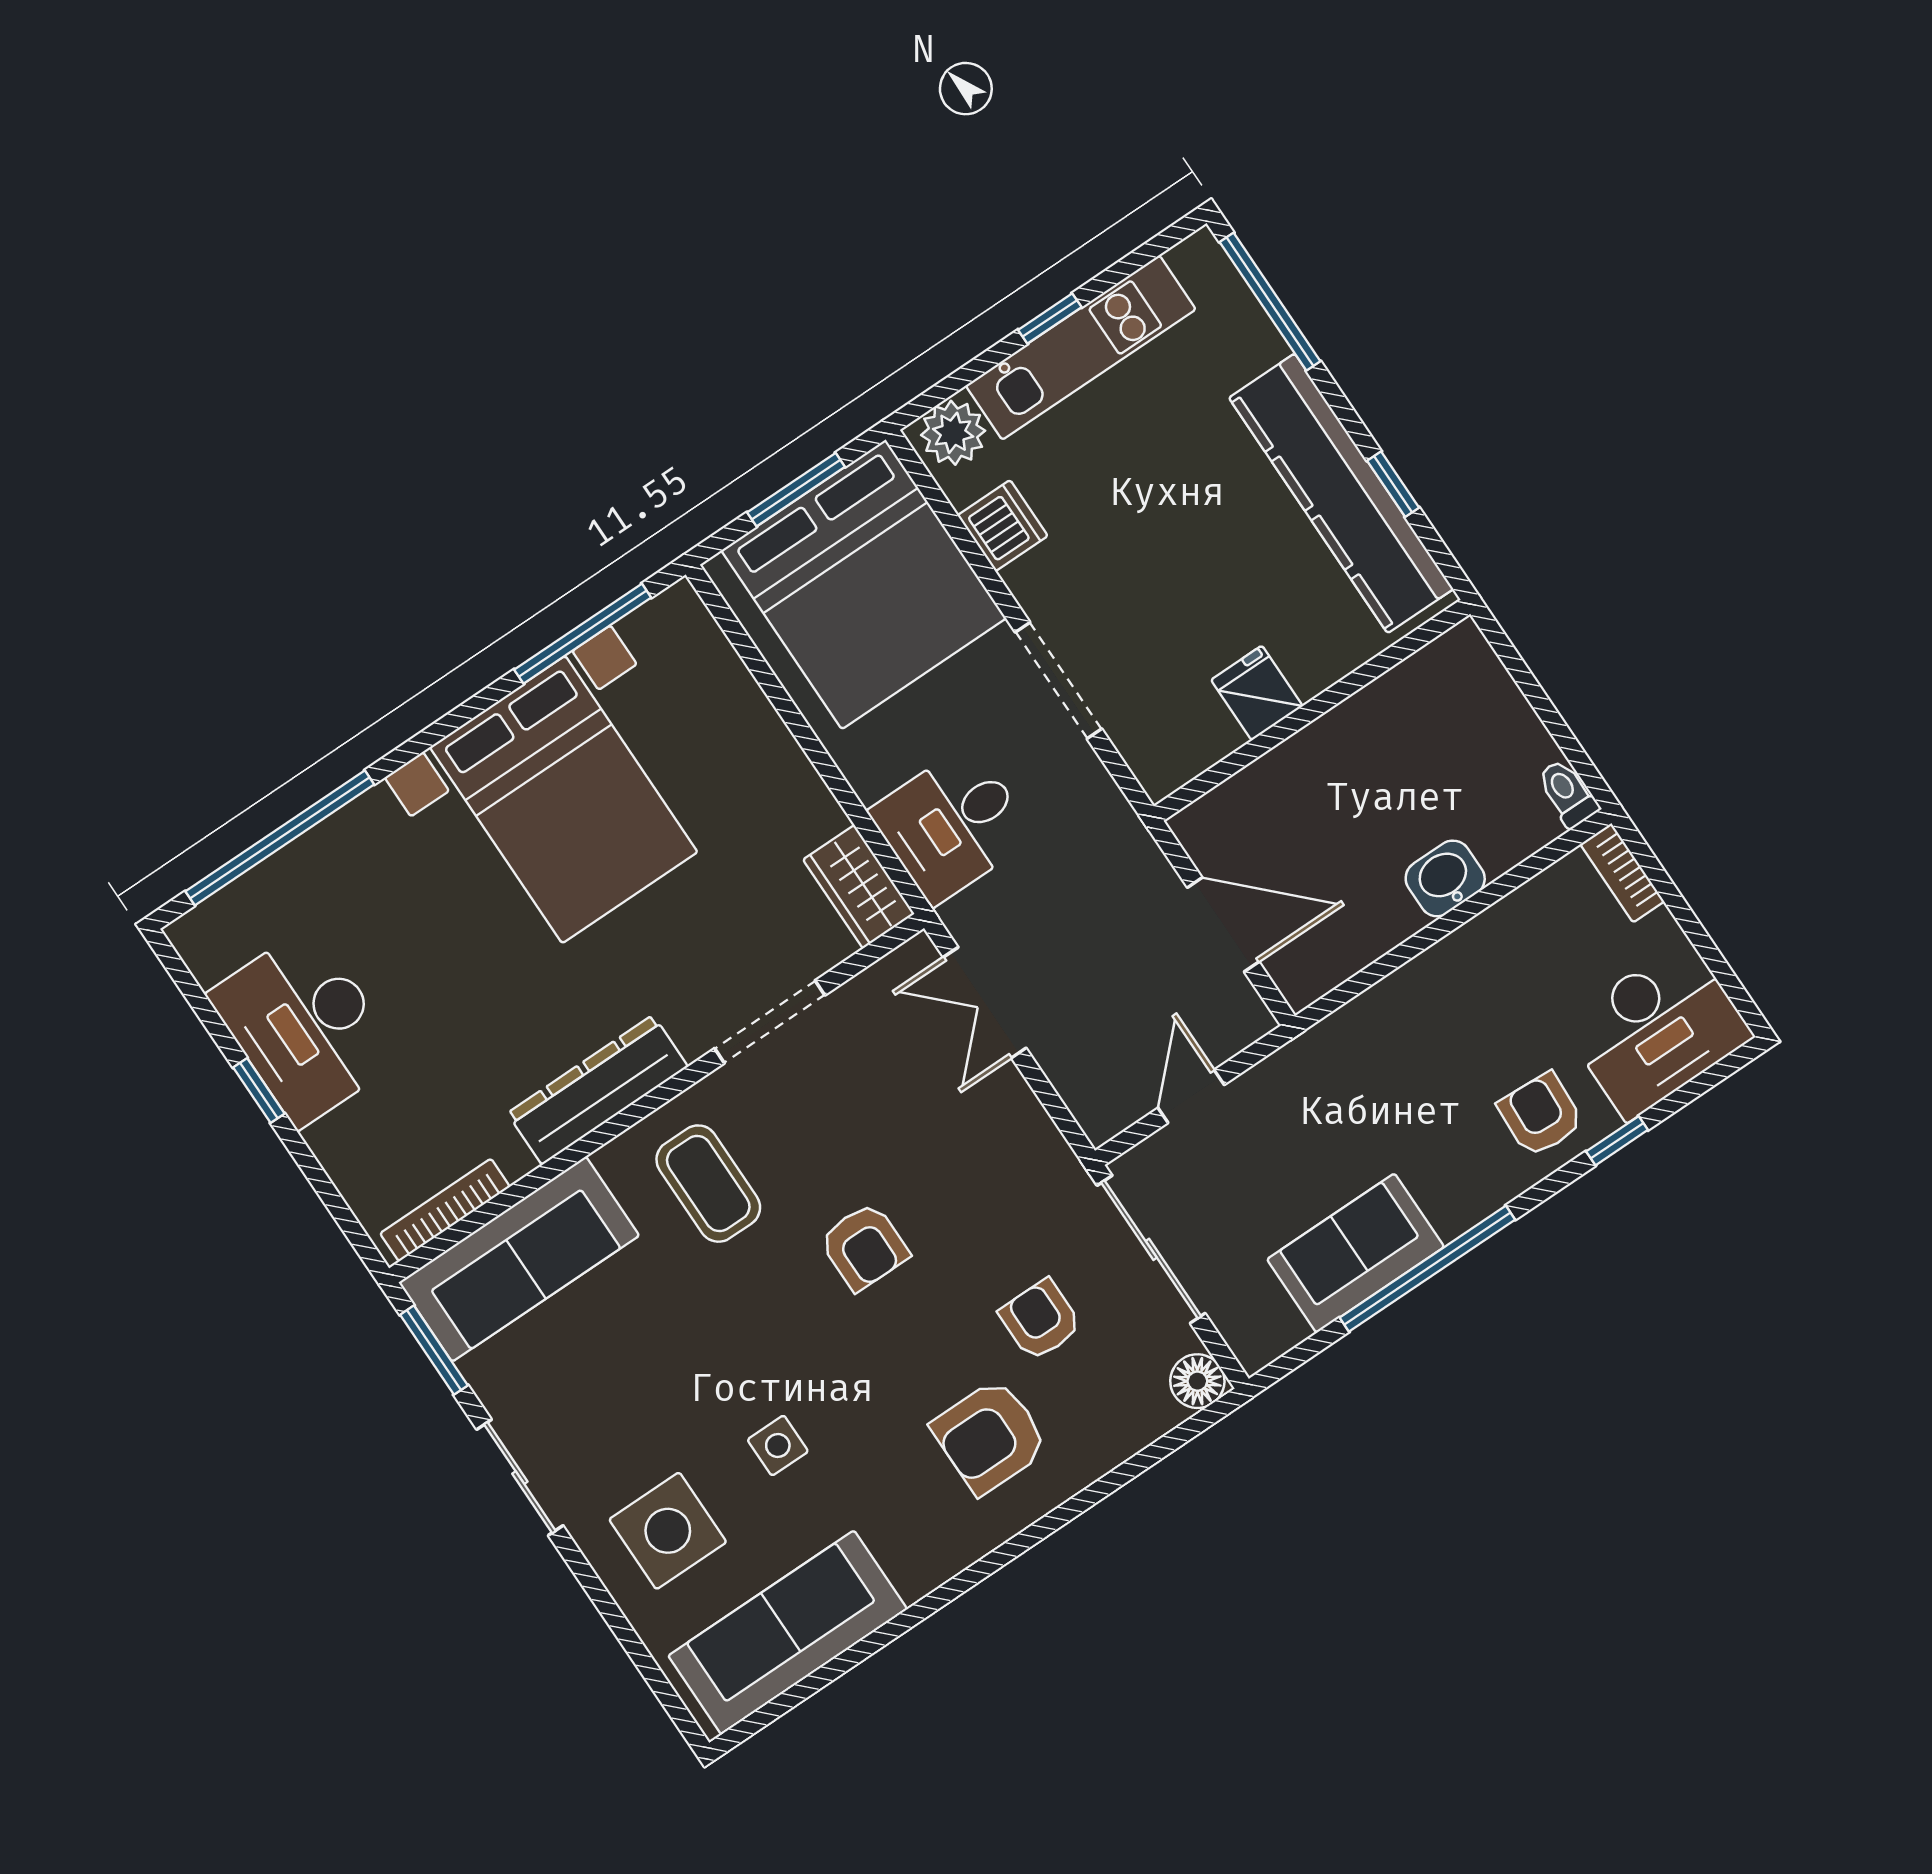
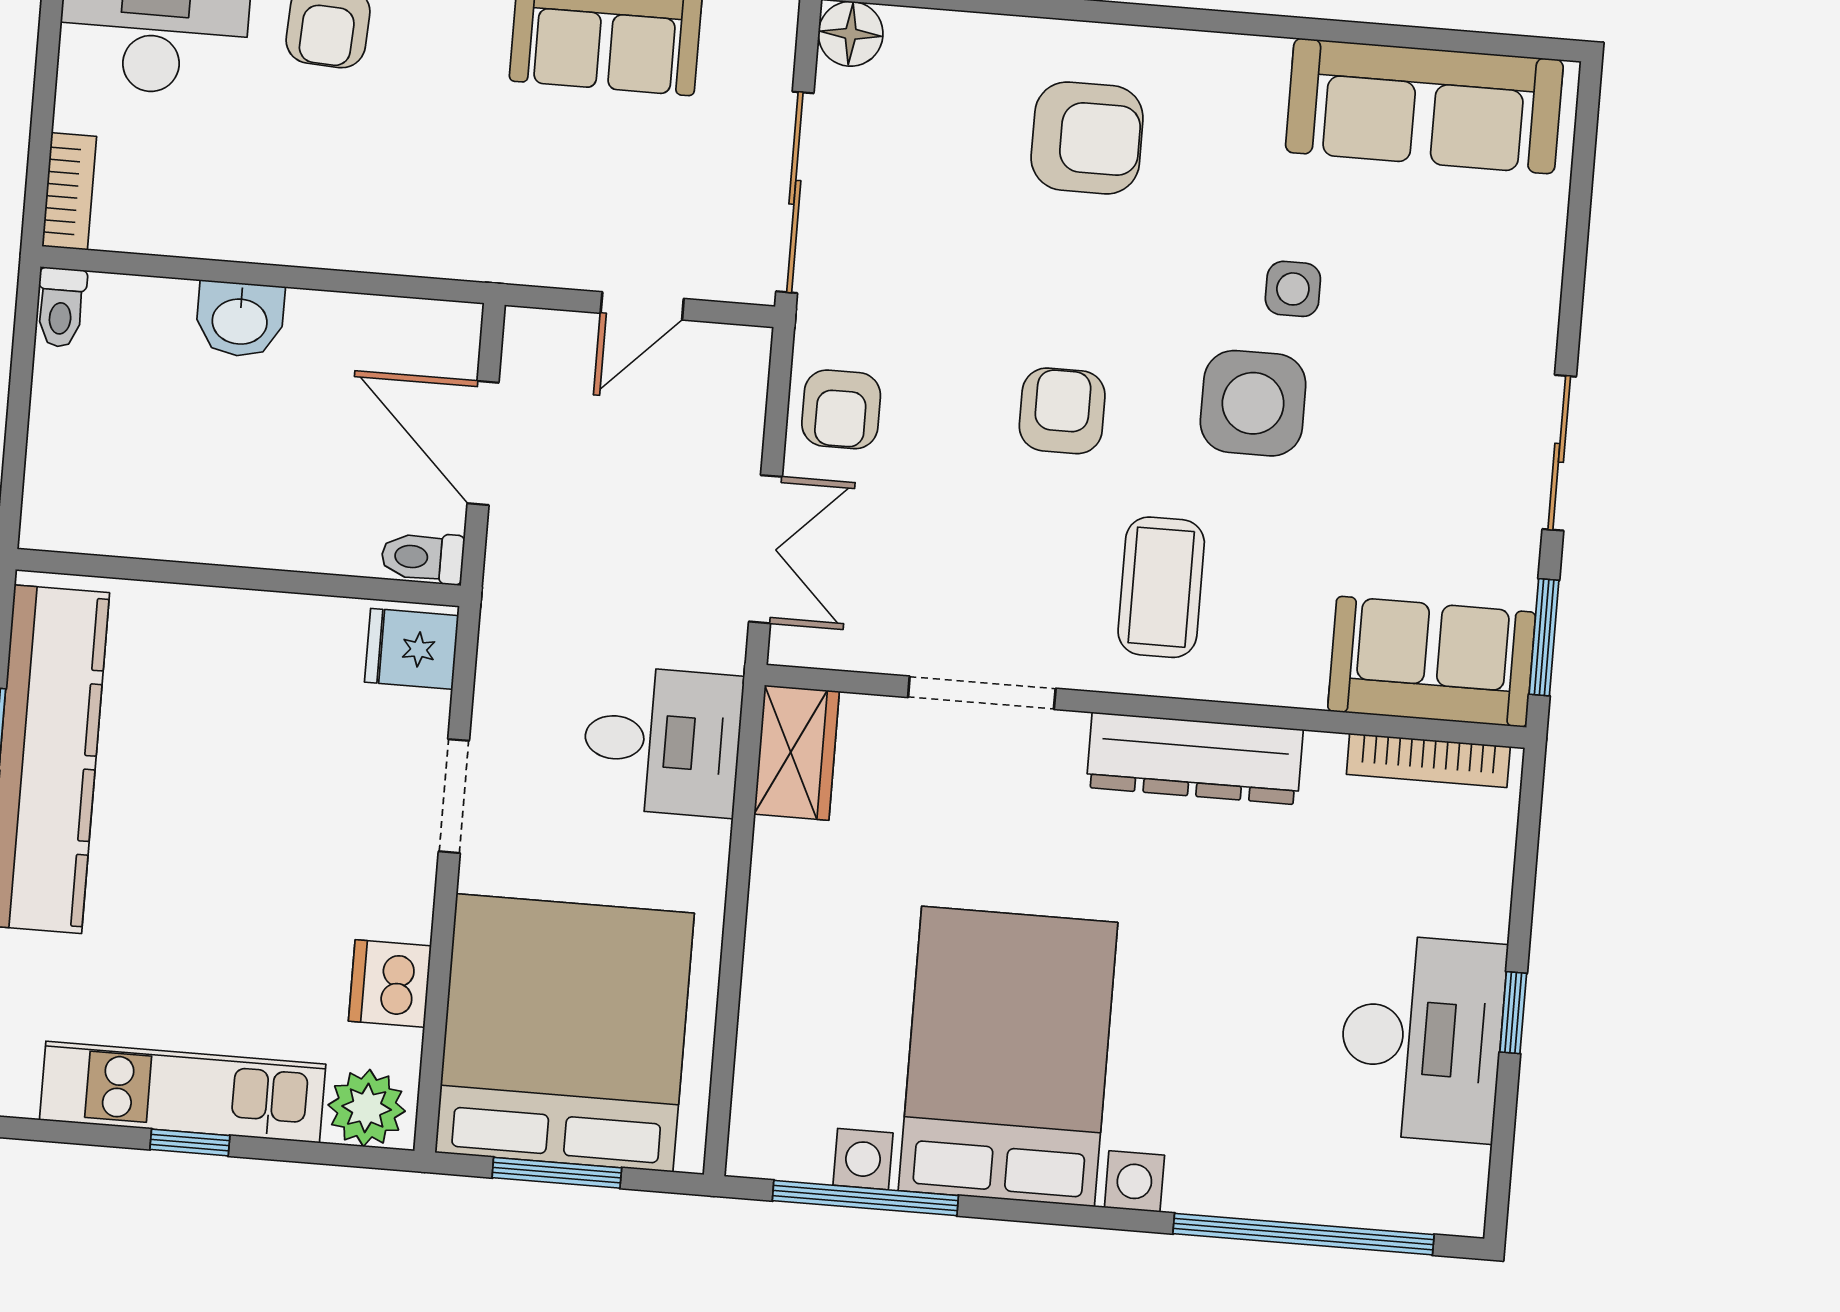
doorway: (1059, 681) -> (454, 796), width x0.73
fridge: (1257, 693) -> (412, 649), moved, turned 90
toilet: (1203, 819) -> (423, 557), added
sofa: (519, 1259) -> (1432, 662), width x0.73
armchair: (1040, 1320) -> (841, 409), moved
side table: (668, 1531) -> (1253, 403), moved

